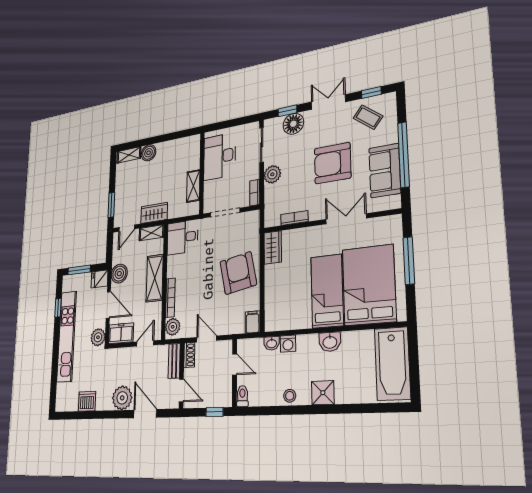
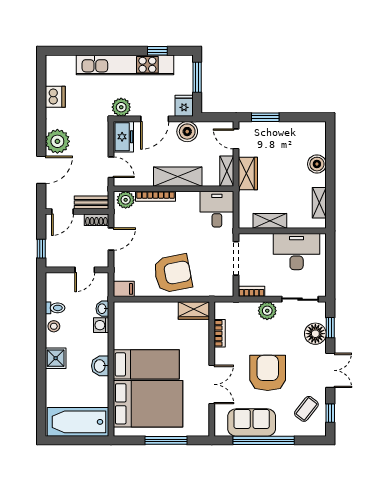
shelving: (129, 155) -> (319, 203), moved
toilet: (242, 396) -> (55, 308), moved

